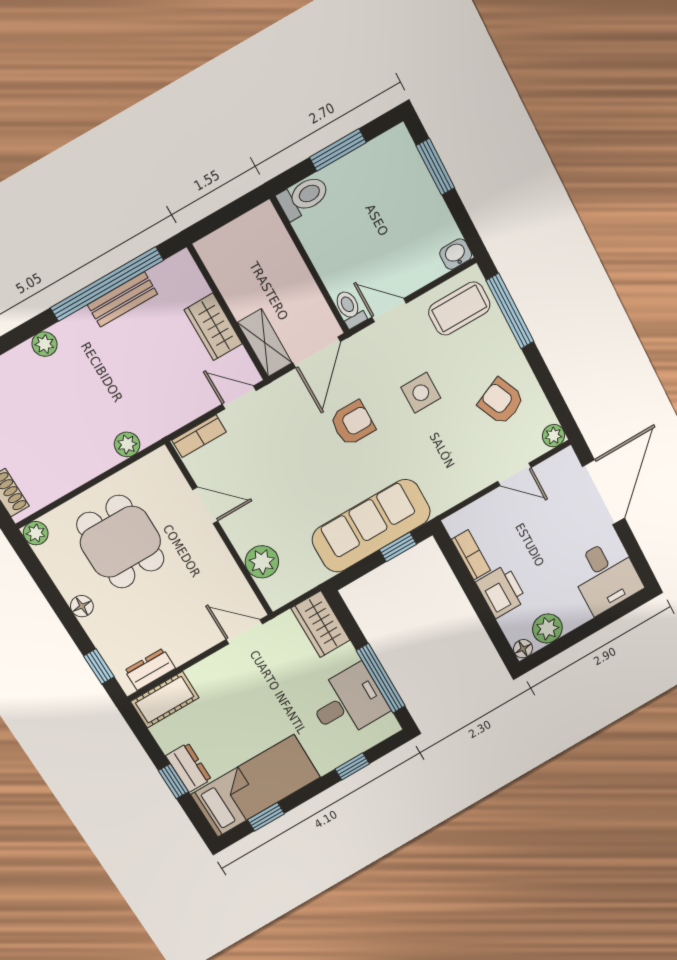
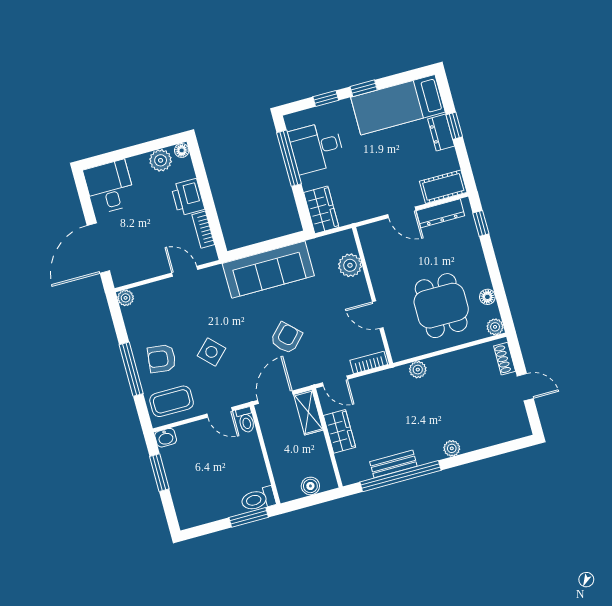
window: (338, 150) -> (249, 517), moved
window: (435, 167) -> (159, 473), moved
boiler: (233, 236) -> (310, 486), added
window: (510, 311) -> (131, 369), moved
side table: (421, 393) -> (211, 352), turned 45
armchair: (501, 401) -> (162, 359), moved, turned 121
armchair: (353, 423) -> (286, 338), moved, turned 134
door: (514, 474) -> (185, 271), moved
window: (398, 547) -> (253, 249), removed
floor lamp: (82, 606) -> (487, 297), moved
door: (244, 632) -> (402, 212), moved
dresser: (150, 669) -> (440, 213), width x1.44
window: (266, 817) -> (364, 88), moved

